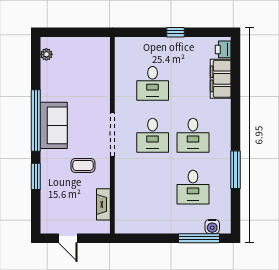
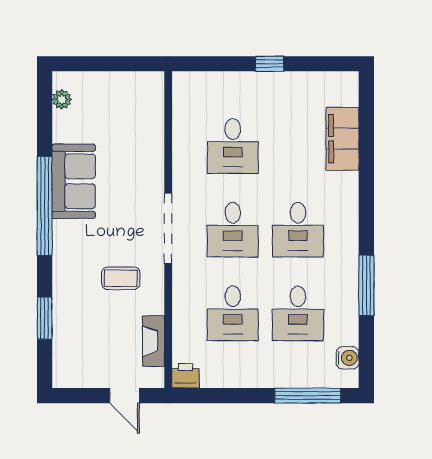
printer: (223, 49) -> (185, 376), moved, turned 90
sofa: (54, 125) -> (74, 181), moved
window: (36, 176) -> (45, 318), moved
desk: (153, 187) -> (233, 313), added
water cooler: (212, 227) -> (348, 358), moved, turned -90
door: (68, 238) -> (125, 396), moved

